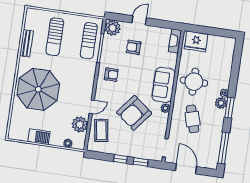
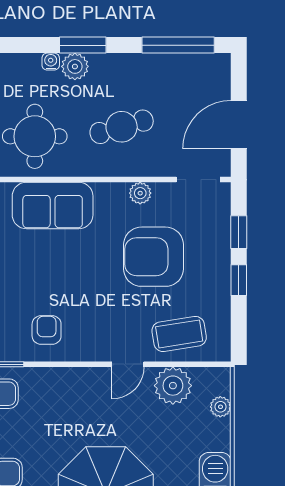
door: (92, 107) -> (128, 364), swing flipped
plant: (165, 108) -> (140, 193), moved
armchair: (134, 113) -> (153, 257), moved, turned 142

